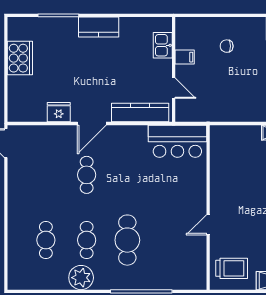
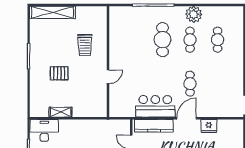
bar counter: (177, 141) -> (155, 106), moved
door: (208, 225) -> (108, 77), moved
trolley: (232, 268) -> (85, 45), moved, turned -90

